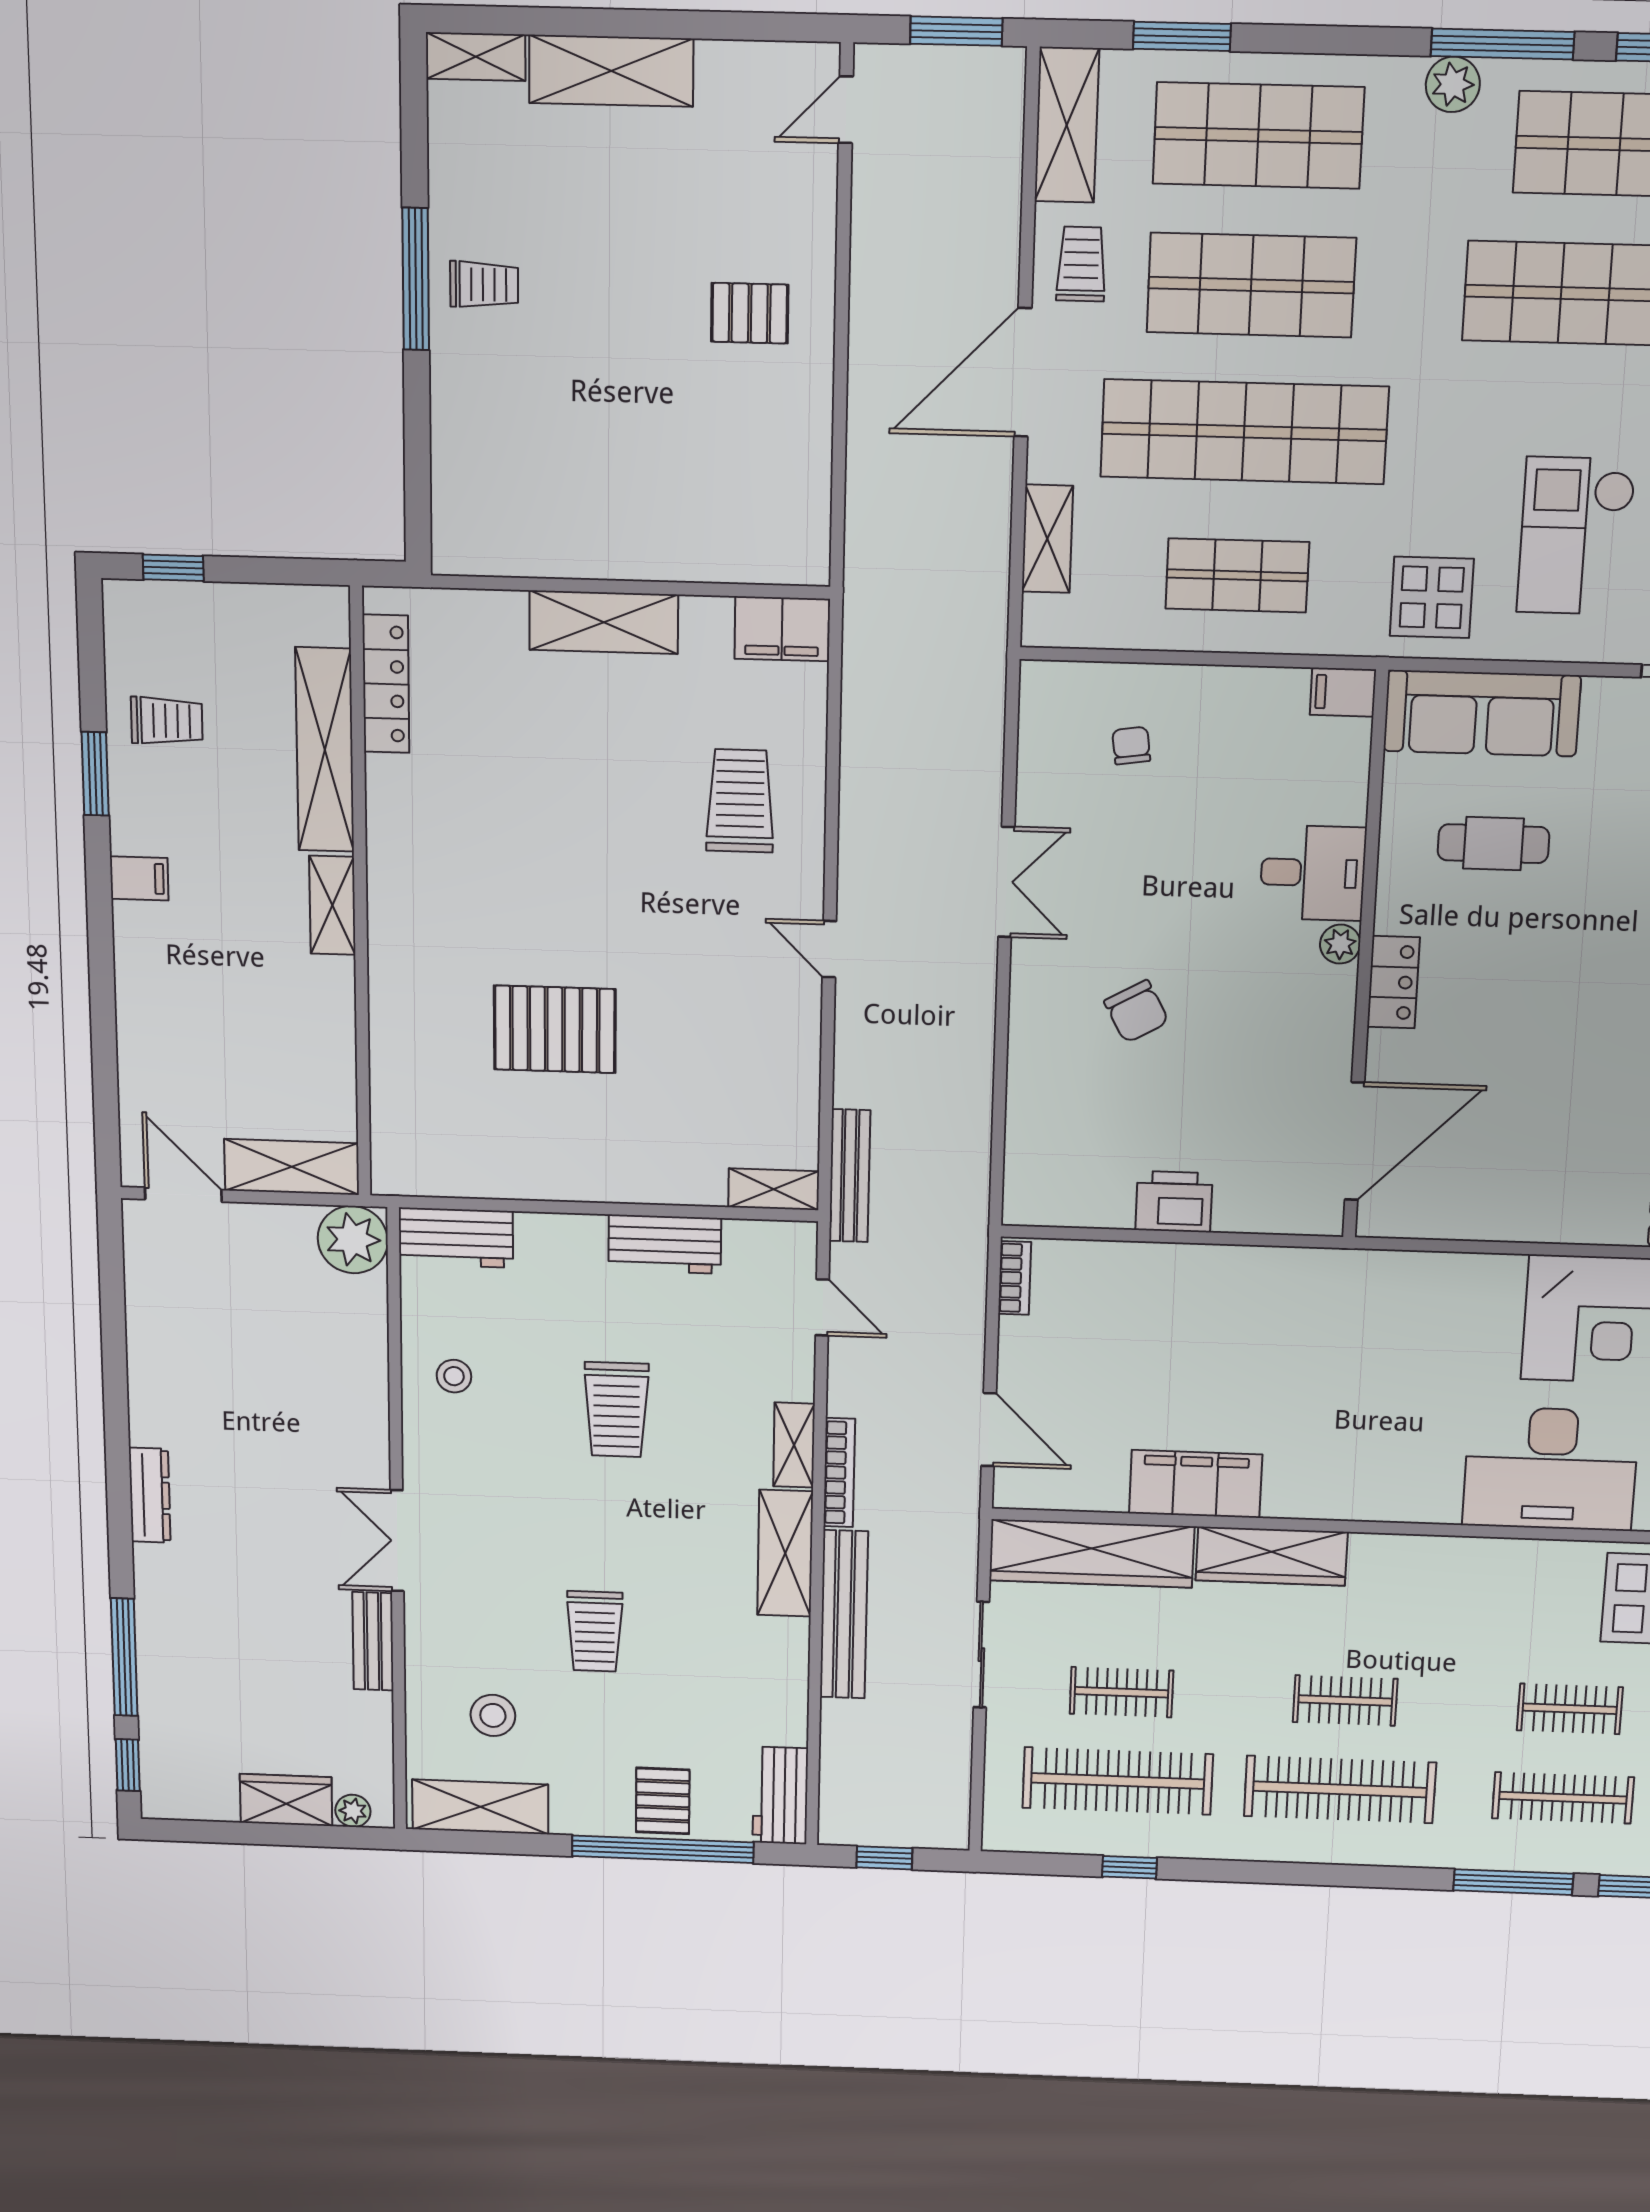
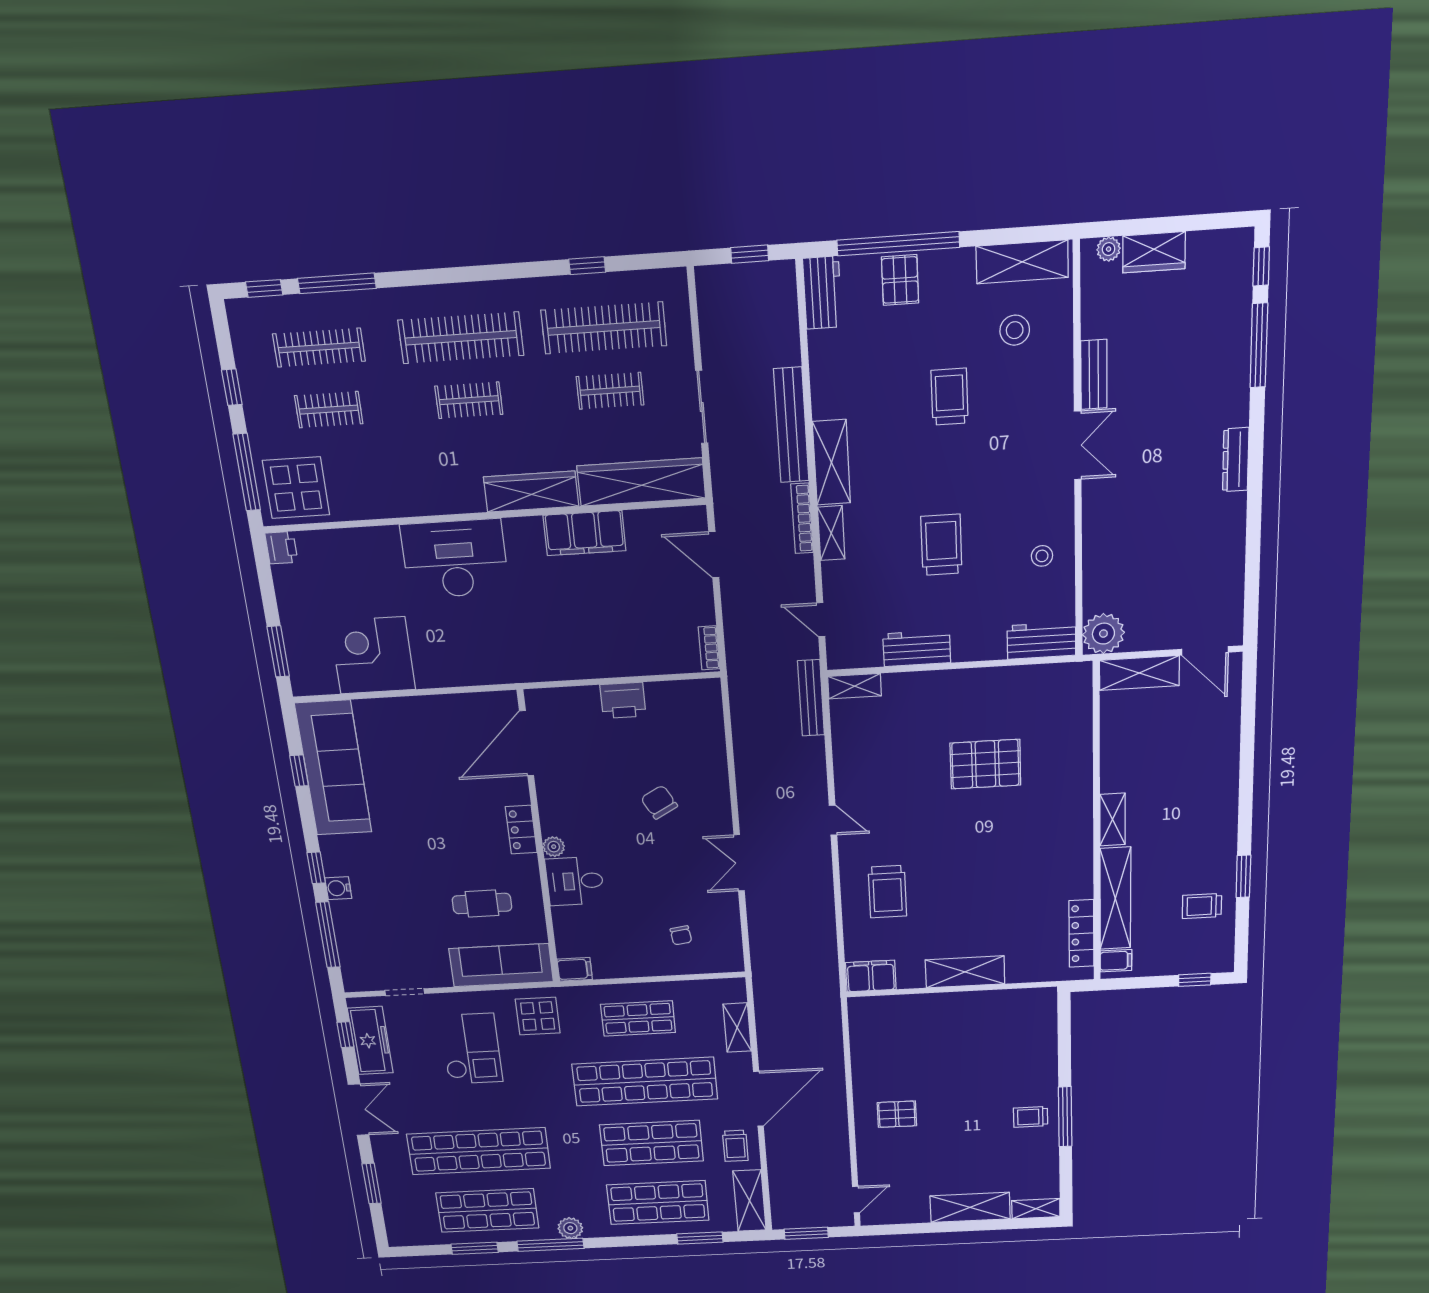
filing cabinet: (139, 878) -> (1116, 961), moved, turned 180
desk: (1551, 1469) -> (455, 559), moved

